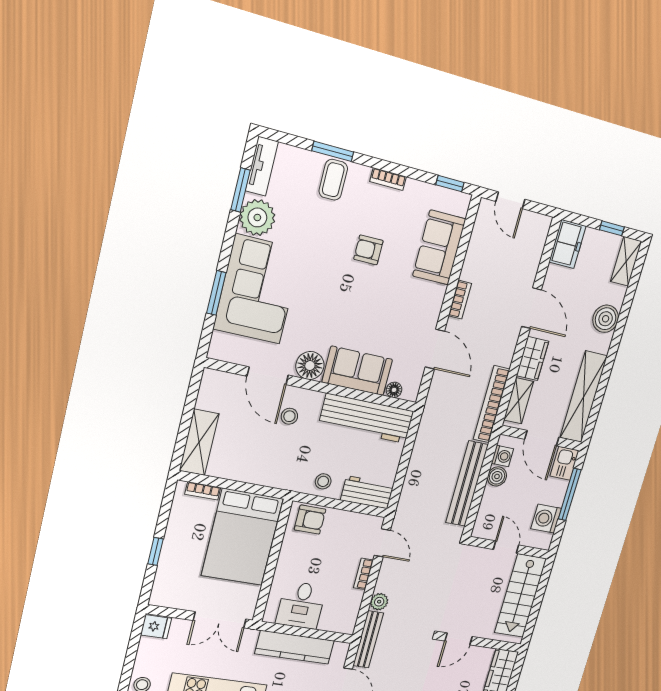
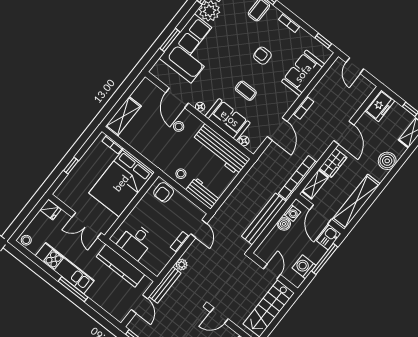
coffee table: (366, 315) -> (246, 91), added
floor lamp: (310, 366) -> (200, 107), width x0.53, depth x0.53
armchair: (310, 520) -> (164, 192), turned 90

